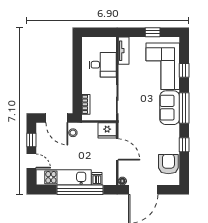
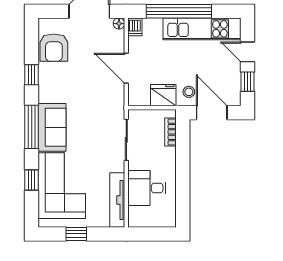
tv unit: (124, 51) -> (117, 200), width x1.41
fridge: (107, 130) -> (163, 95), moved
dishwasher: (97, 179) -> (135, 27), moved

